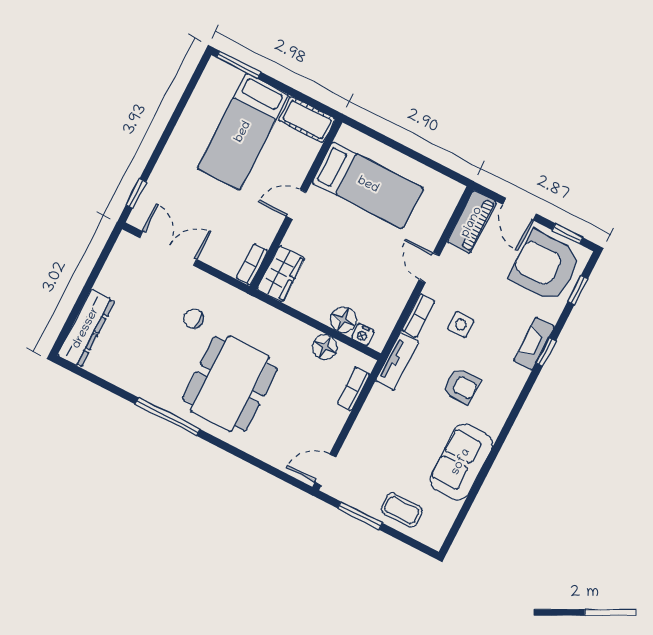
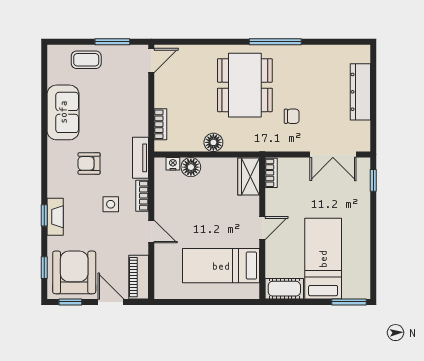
armchair: (545, 266) -> (74, 272), turned -90
dresser: (86, 328) -> (360, 92), moved
floor lamp: (325, 347) -> (213, 142), moved

